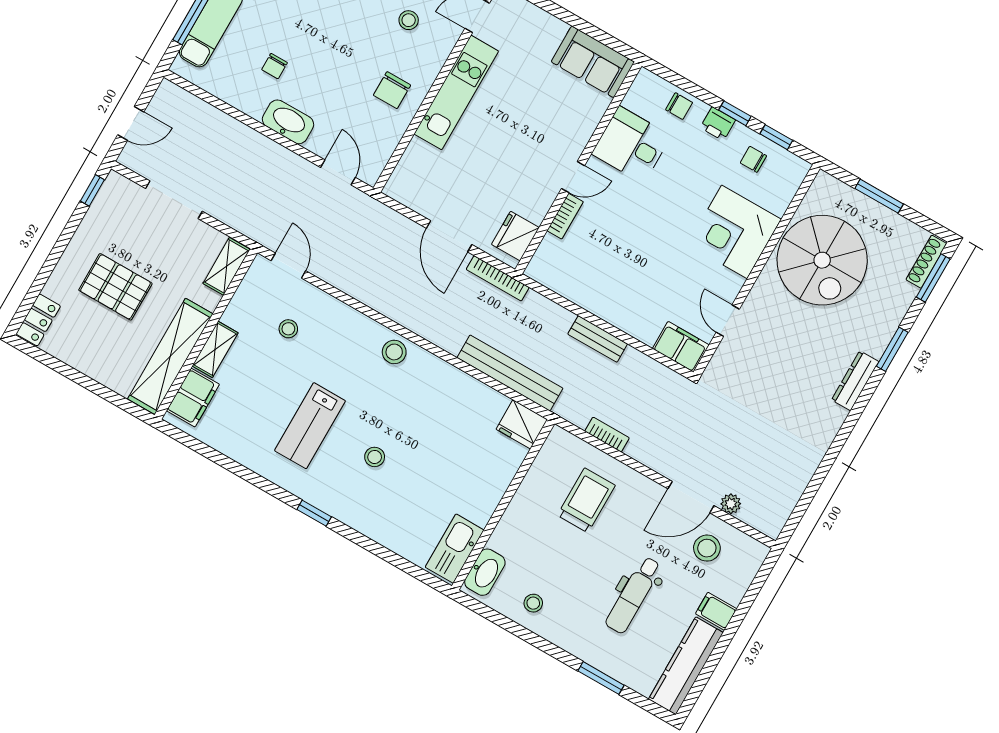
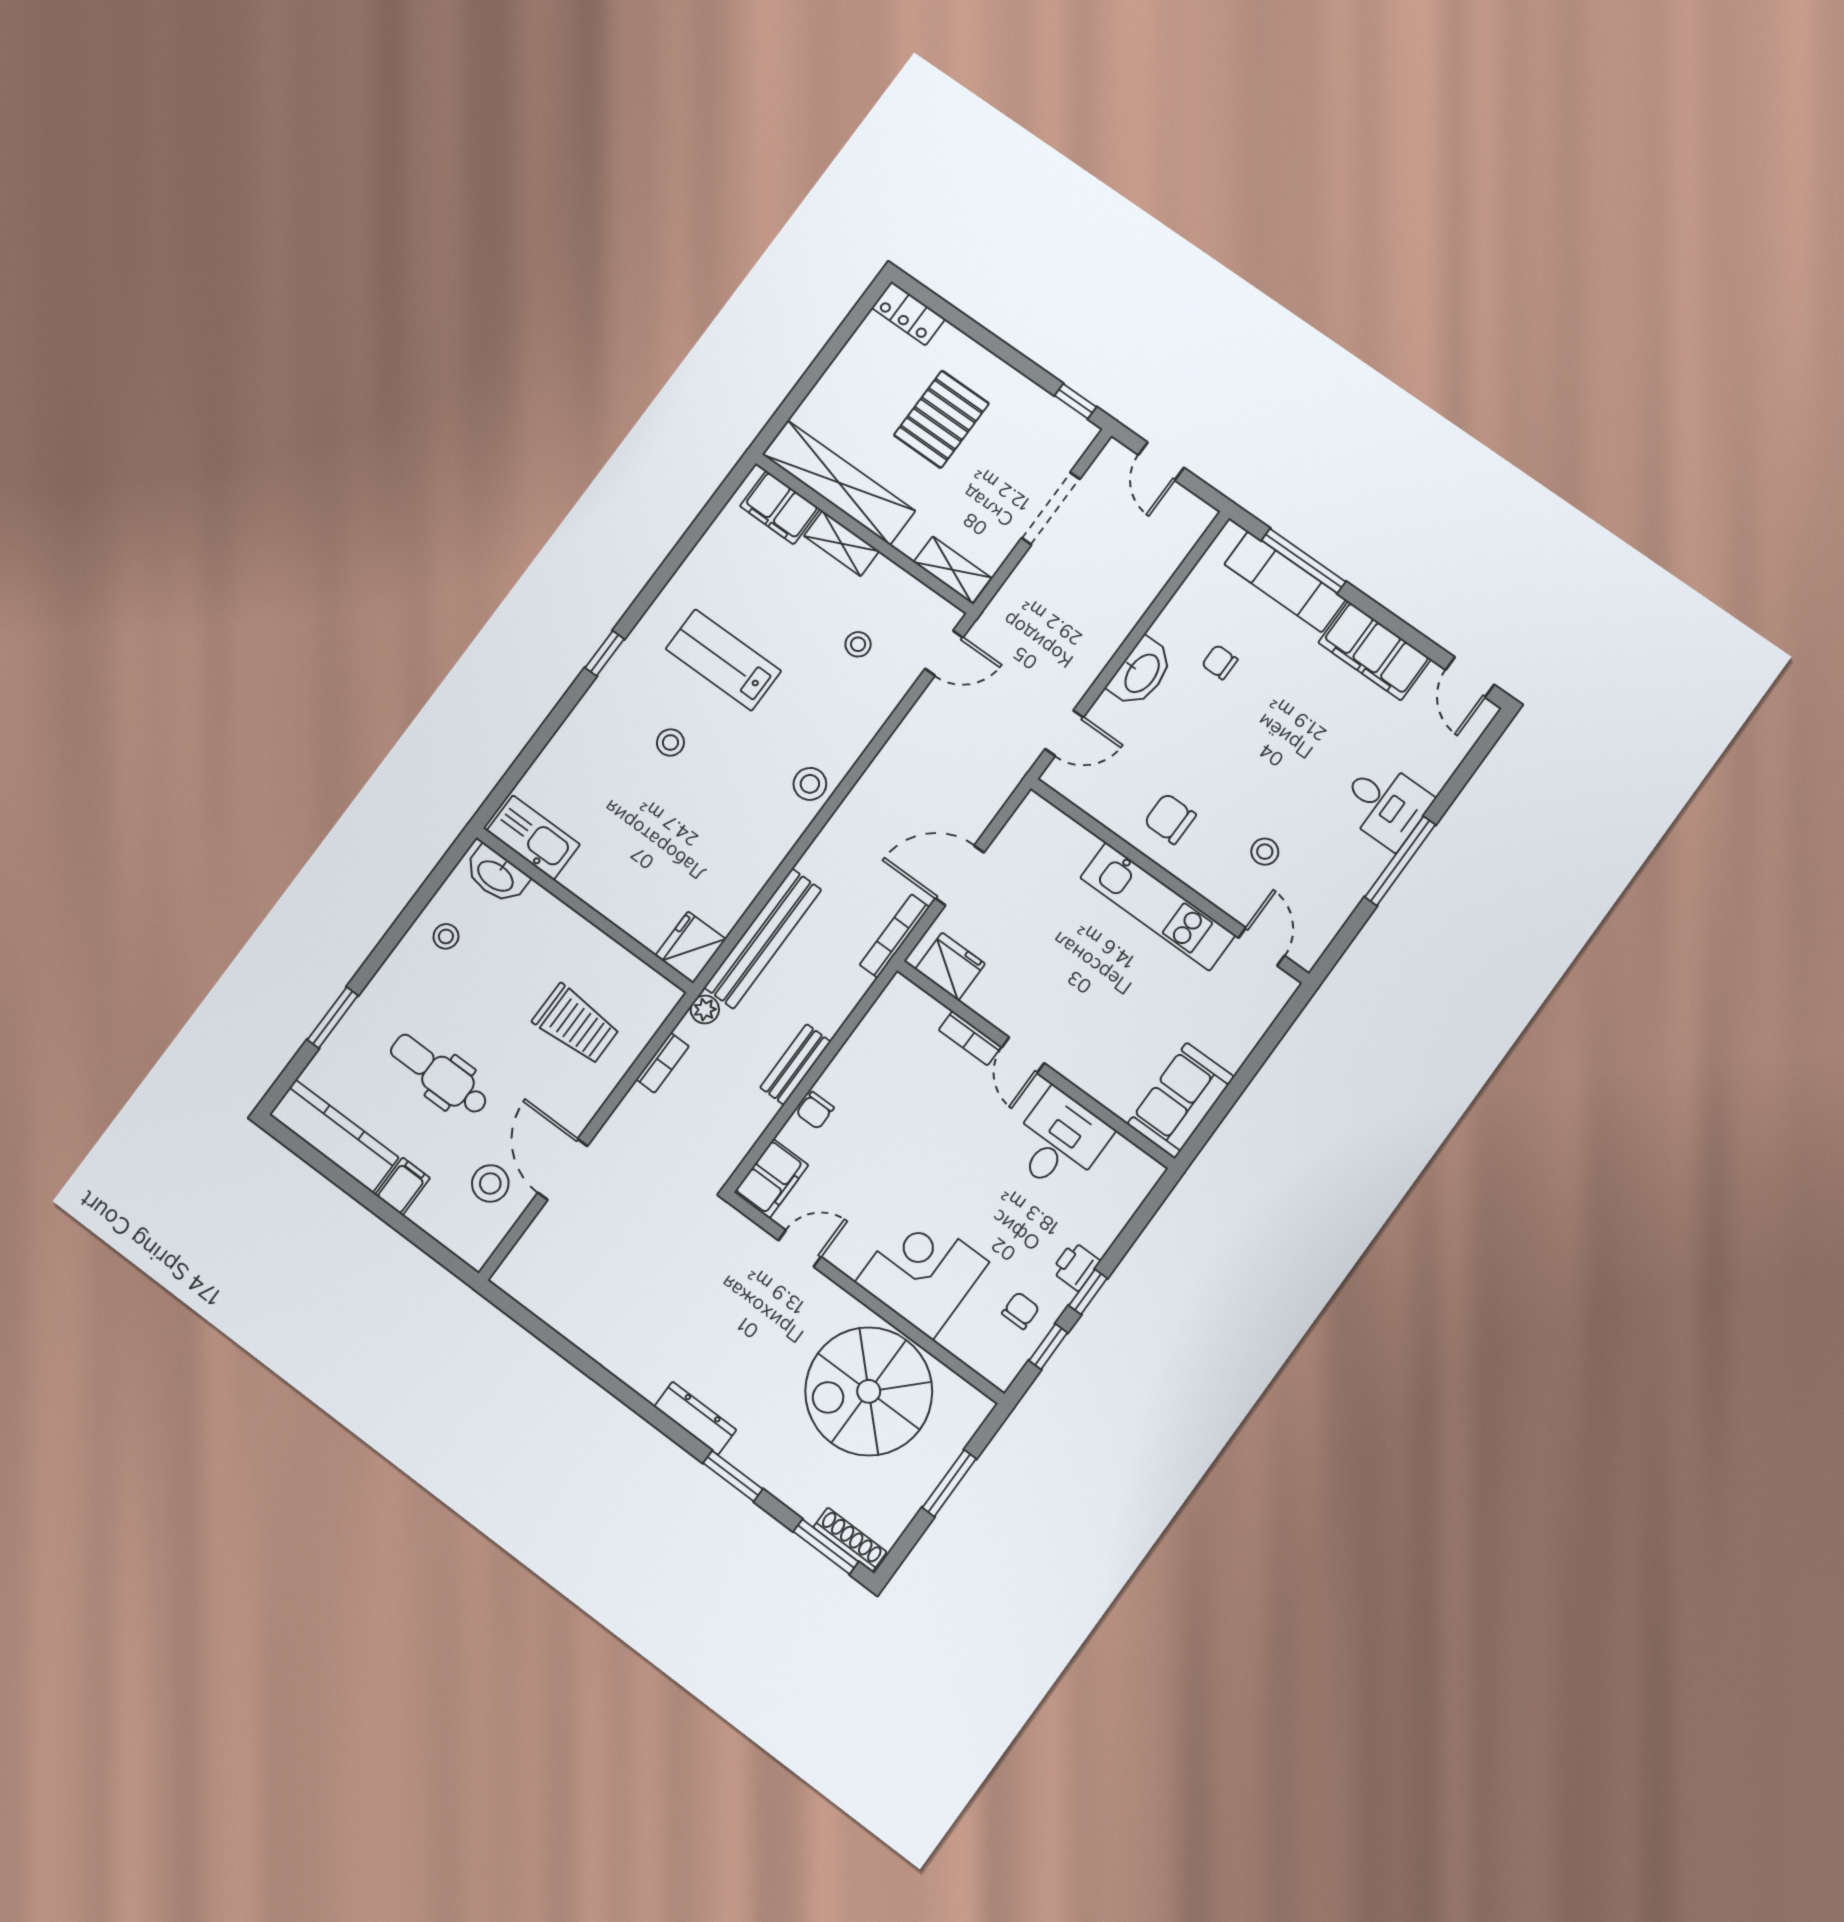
chair: (679, 106) -> (815, 1110), moved
plant: (731, 504) -> (705, 1009), moved

